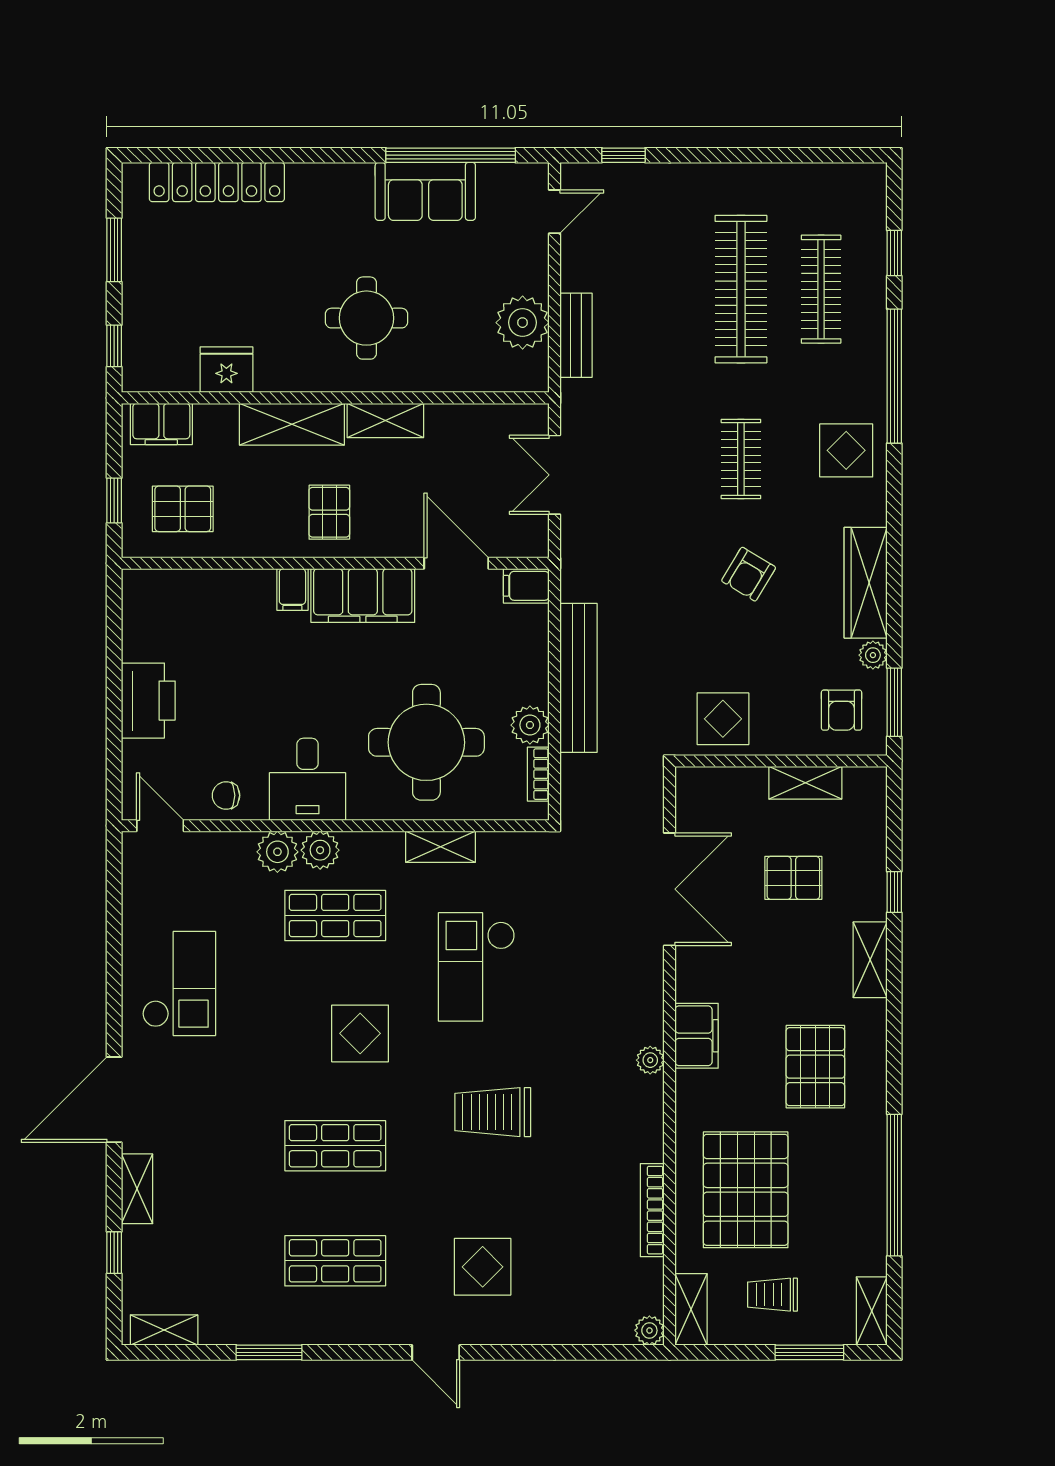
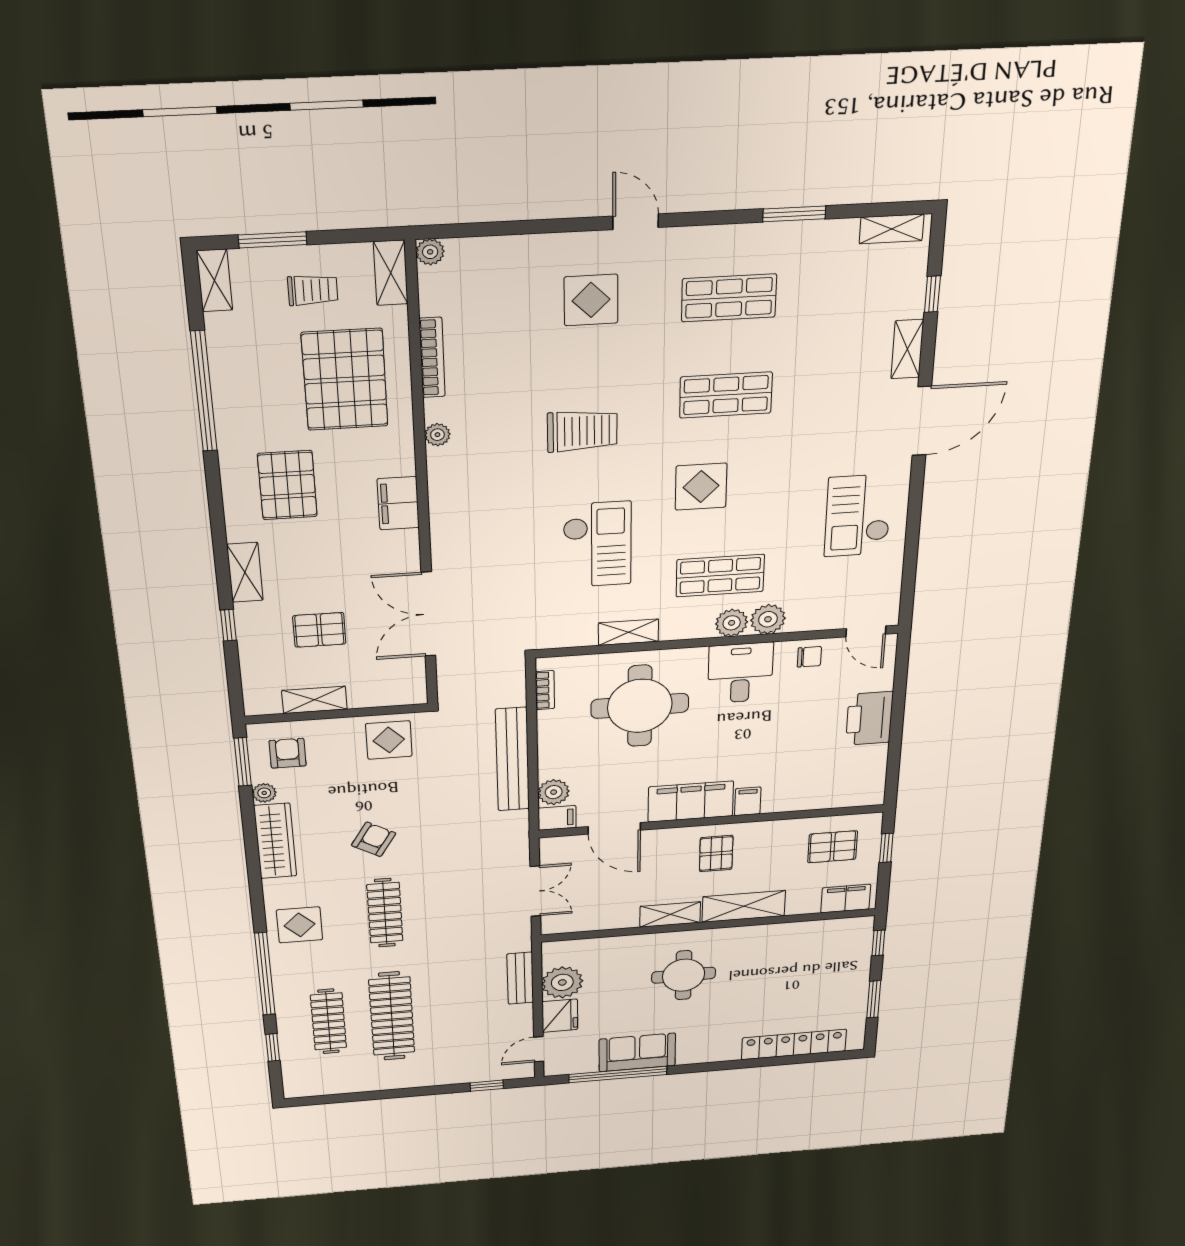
fridge: (226, 370) -> (560, 1016), moved, turned -90
clothes rail: (741, 459) -> (385, 913), width x1.36
plant: (530, 725) -> (554, 792), moved
plant: (650, 1060) -> (437, 435), moved

